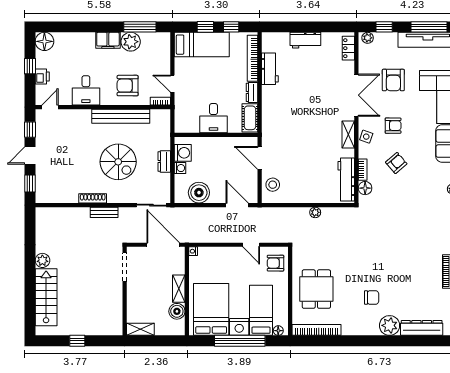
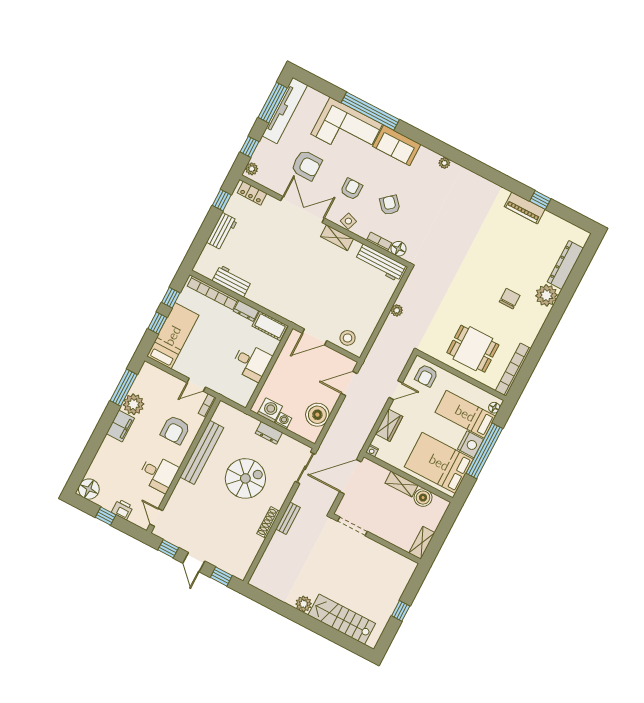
window: (330, 27) -> (222, 200), added
wardrobe: (220, 254) -> (389, 425), added

